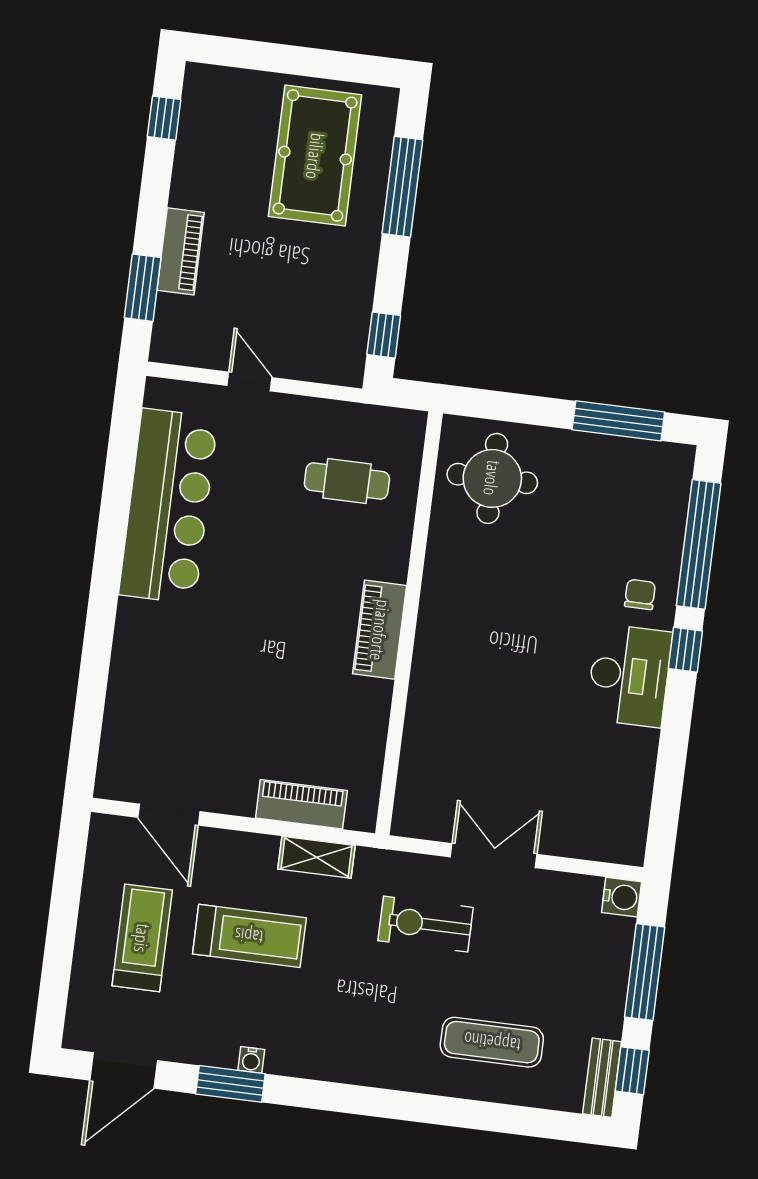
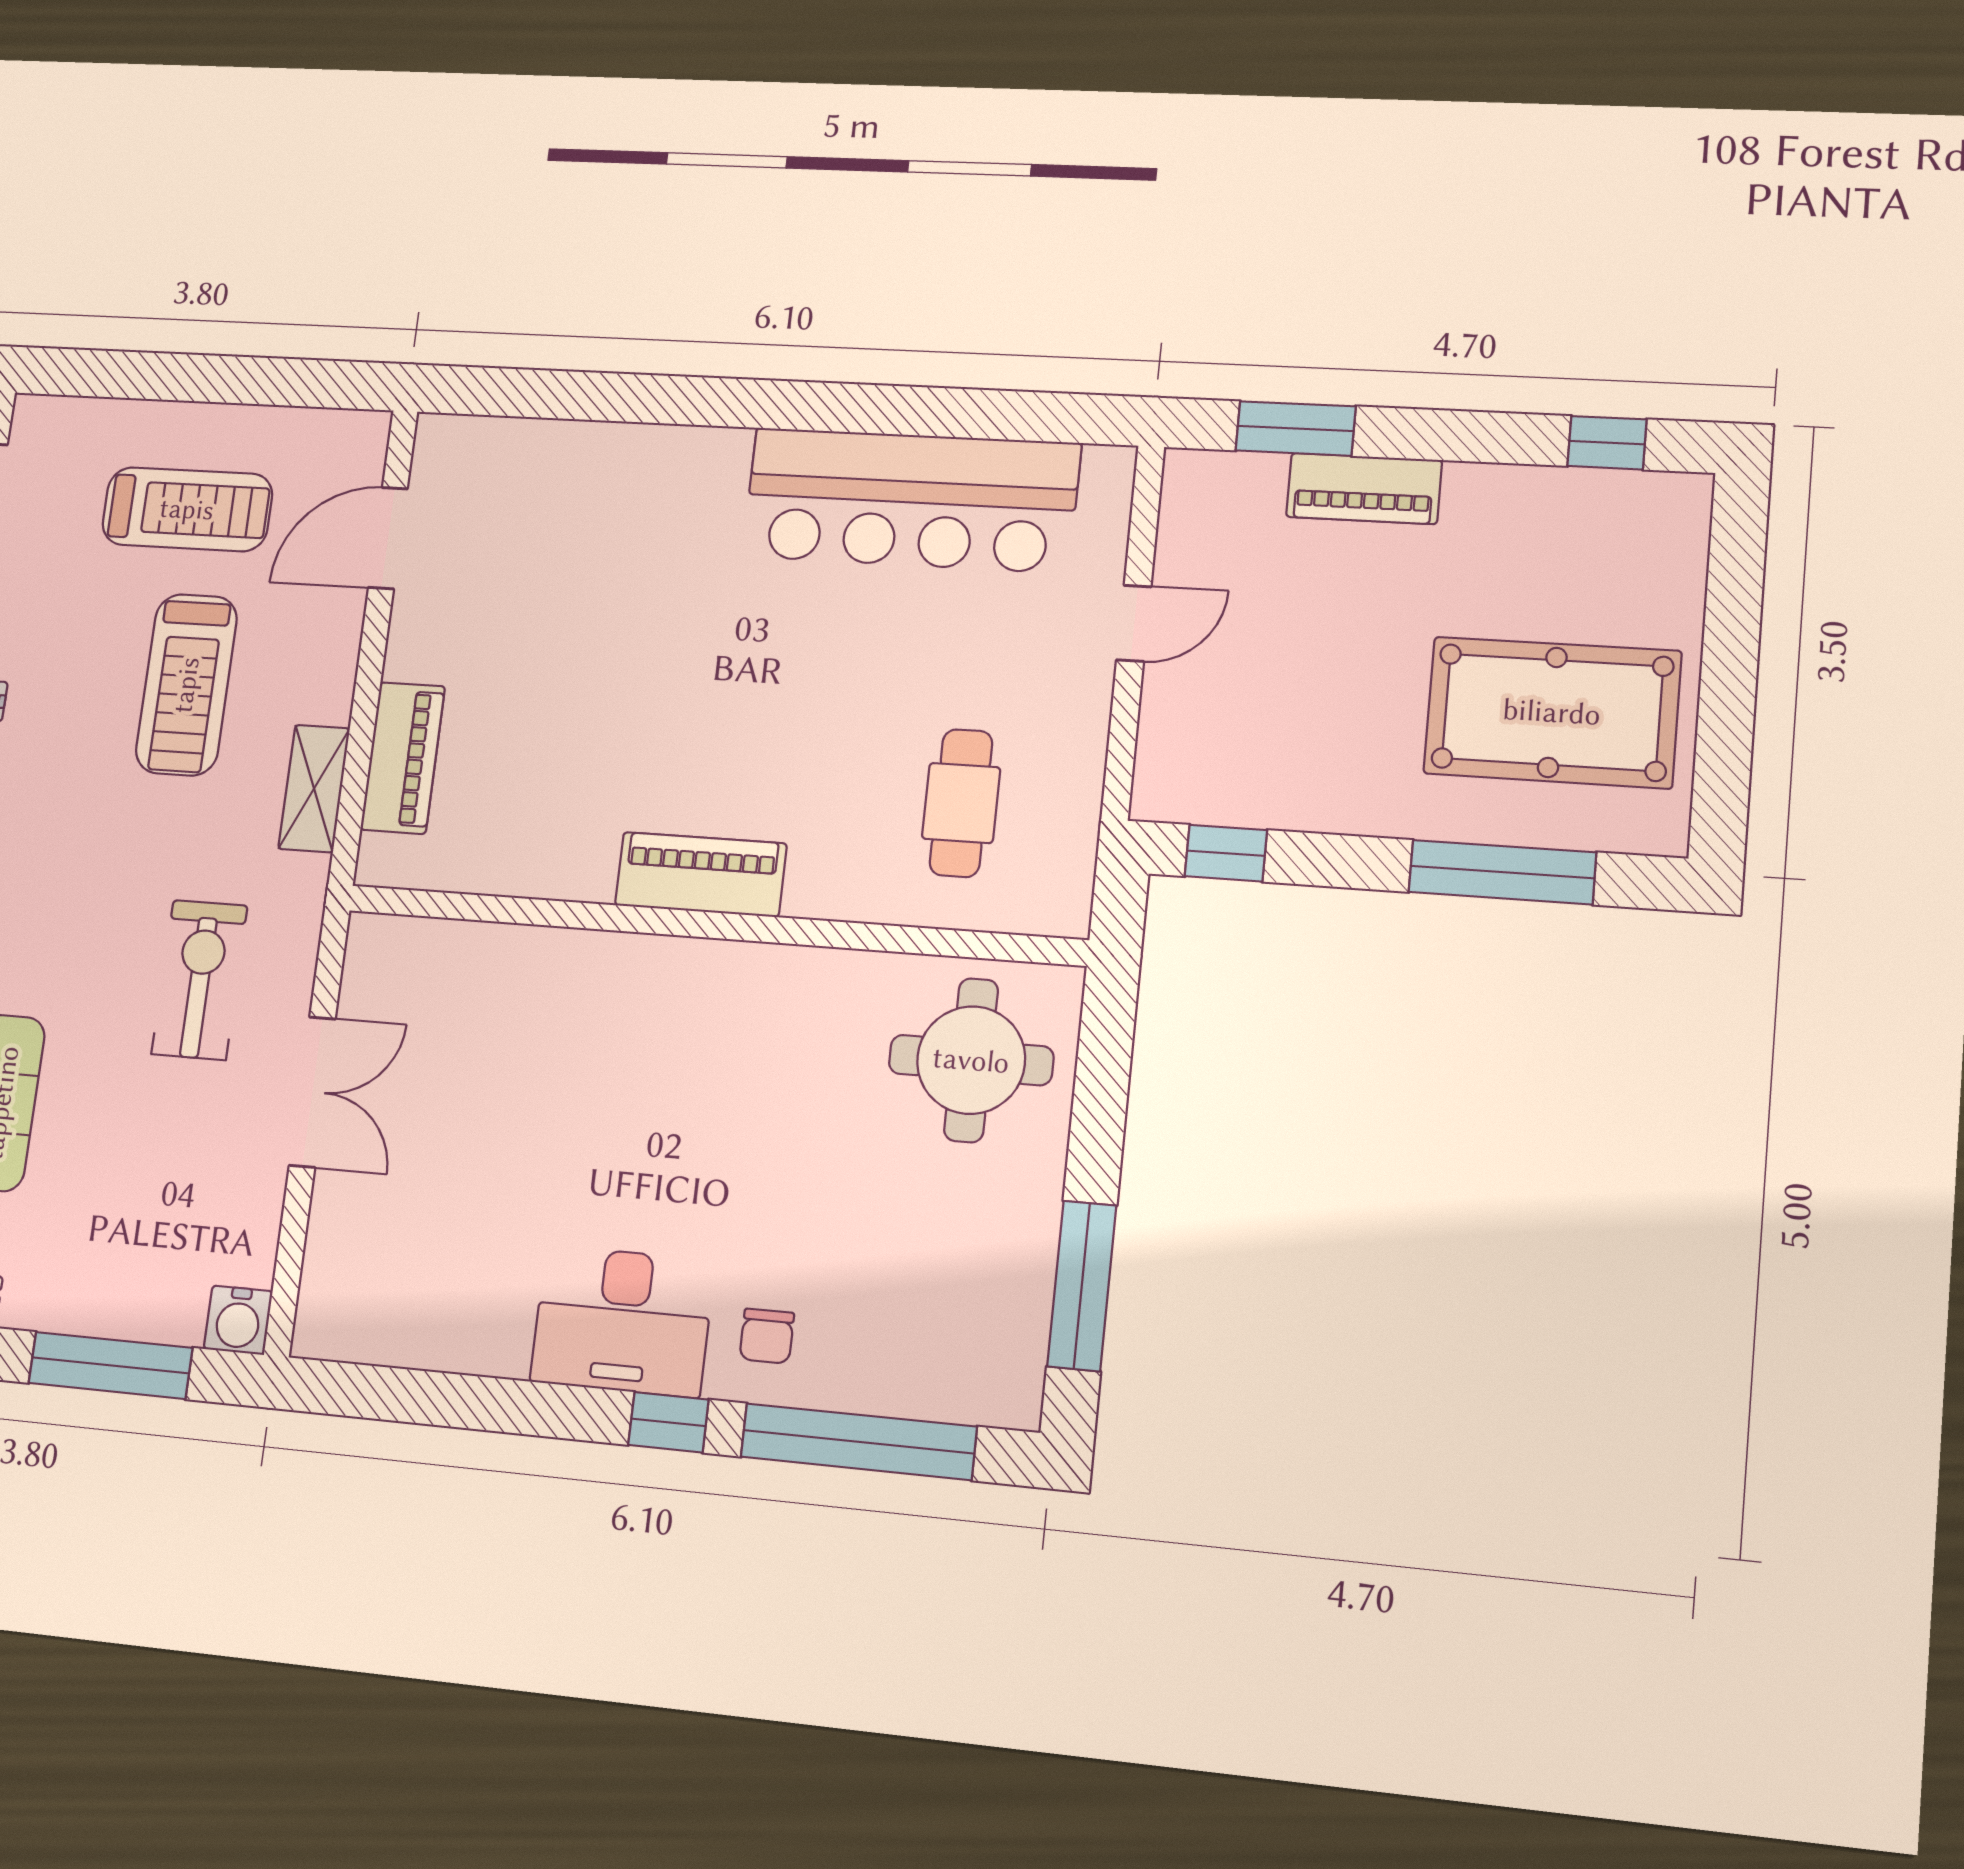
chair: (640, 594) -> (767, 1336), turned 90

